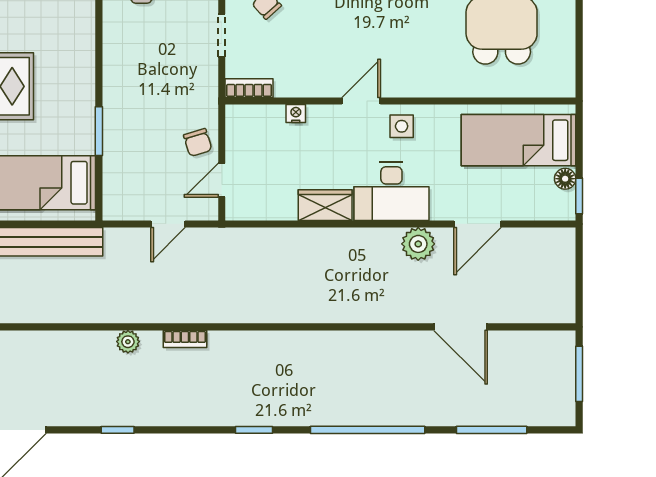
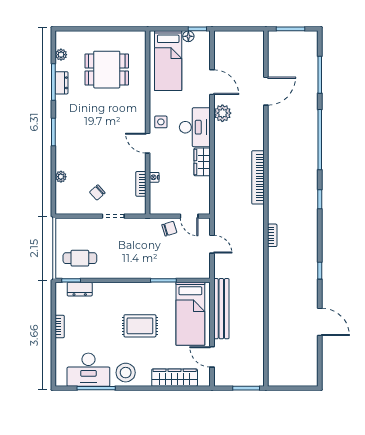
bookcase: (249, 88) -> (141, 184), moved
bookcase: (296, 312) -> (258, 177), added
plant: (128, 342) -> (274, 265), removed

